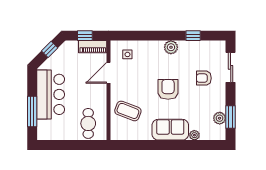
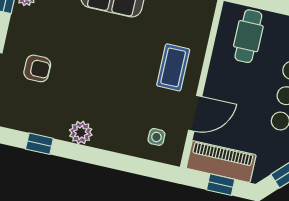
piano: (93, 47) -> (221, 162), width x1.37, depth x1.33
armchair: (168, 89) -> (102, 63), removed
coffee table: (128, 111) -> (173, 67), moved, turned 69

